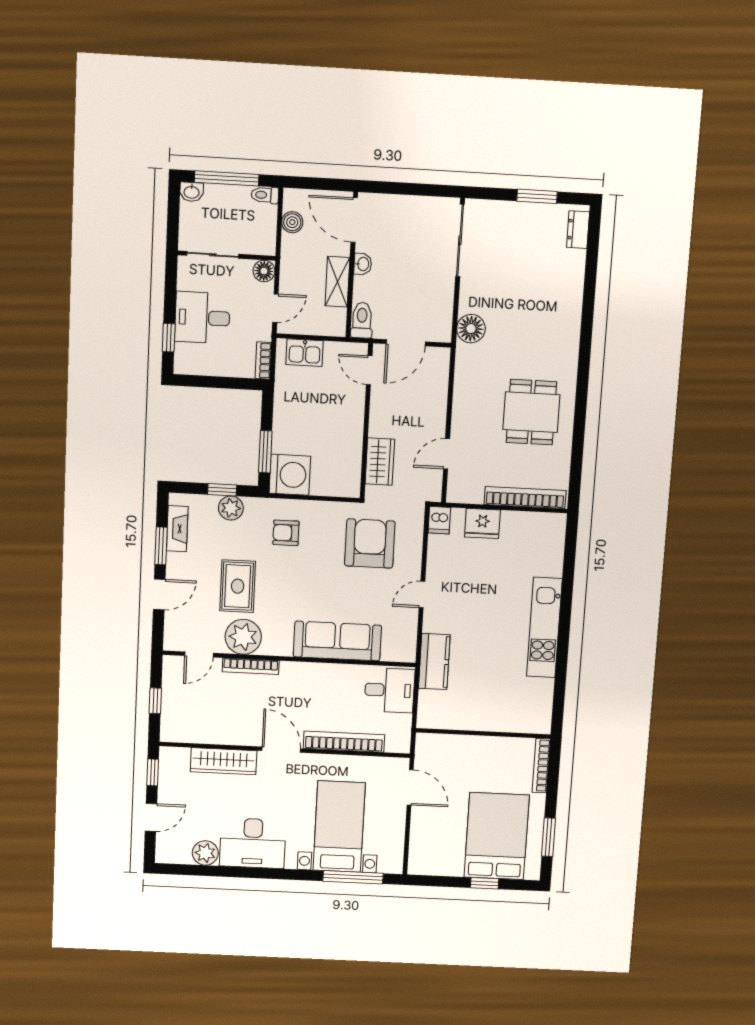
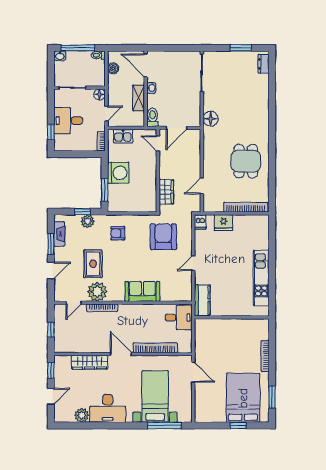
washing machine: (290, 475) -> (118, 173), moved
sofa: (337, 641) -> (142, 291), width x0.73
wall: (483, 733) -> (232, 317), moved

